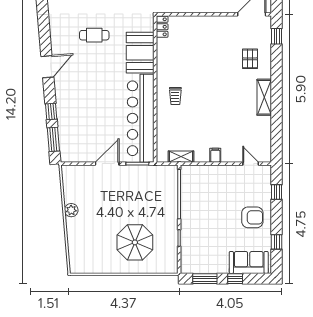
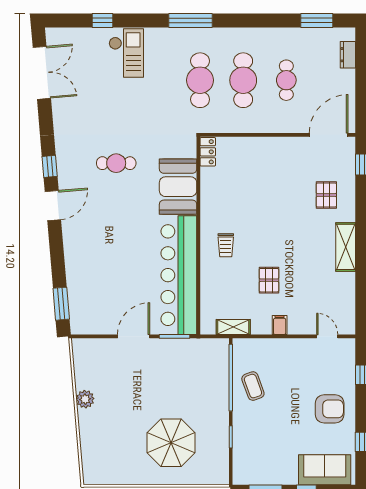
window: (51, 111) -> (50, 166), moved
pallet: (207, 122) -> (269, 280), added
coffee table: (196, 200) -> (253, 386), added

